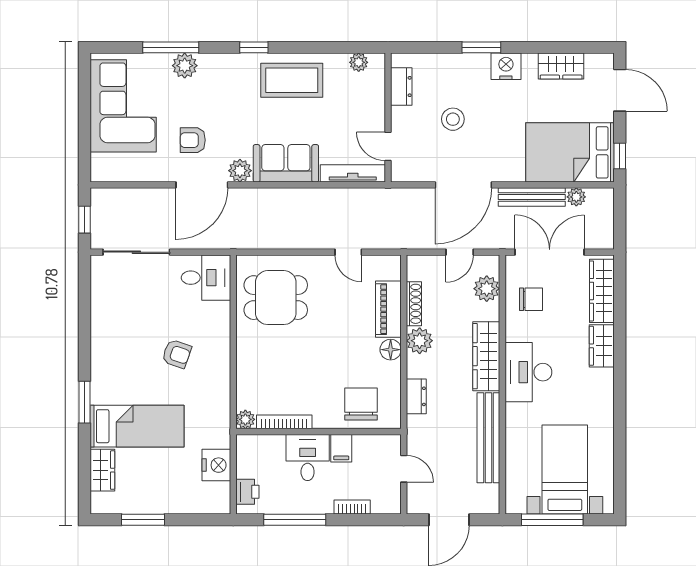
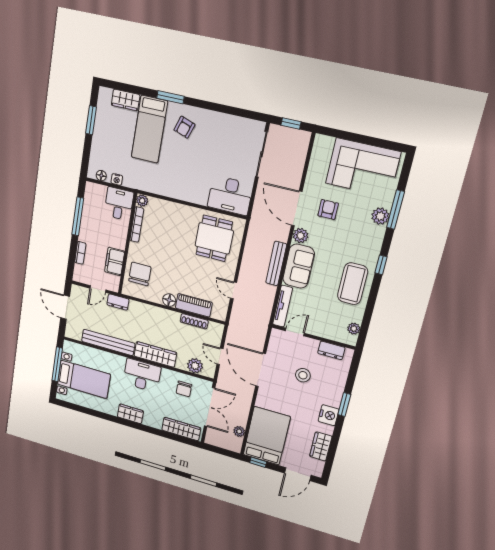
bench: (532, 197) -> (276, 264), moved
door: (348, 252) -> (234, 290), hinge flipped
desk: (206, 278) -> (230, 195), width x1.37
plant: (420, 341) -> (171, 319), removed
wardrobe: (602, 346) -> (130, 414), moved
armchair: (177, 354) -> (184, 127), moved
dresser: (416, 396) -> (118, 302), moved
chair: (361, 404) -> (140, 274), turned -90
filing cabinet: (341, 448) -> (115, 262), width x2.00
desk: (308, 458) -> (119, 204), moved, turned -90
nightstand: (216, 465) -> (117, 179), width x0.53, depth x0.56
floor lamp: (222, 491) -> (101, 176), added
printer: (247, 492) -> (98, 191), removed

